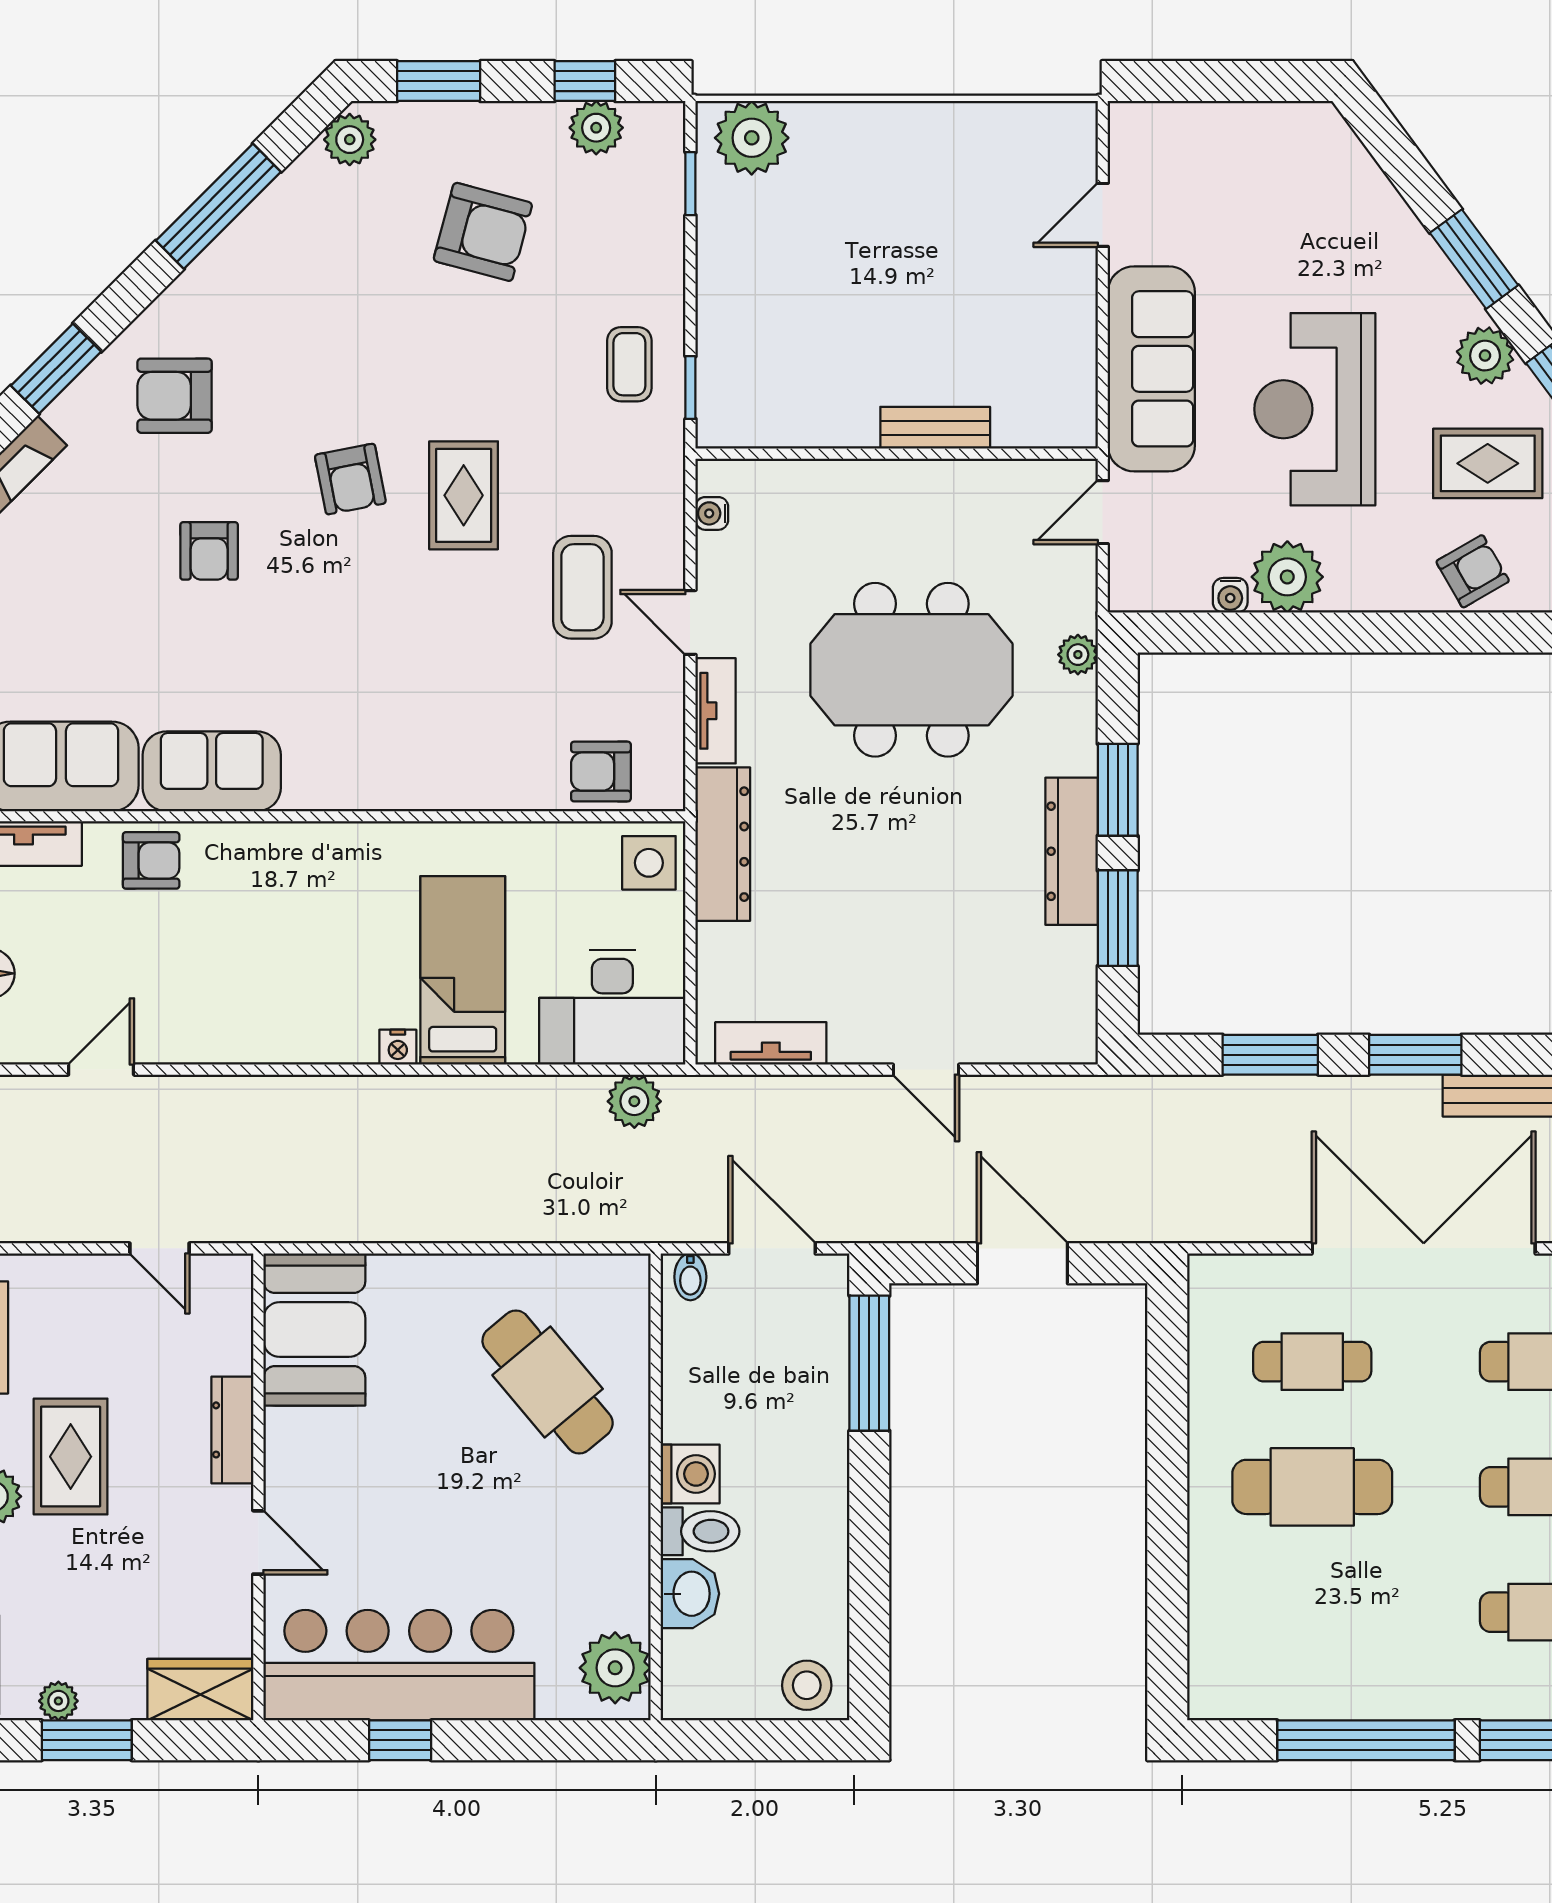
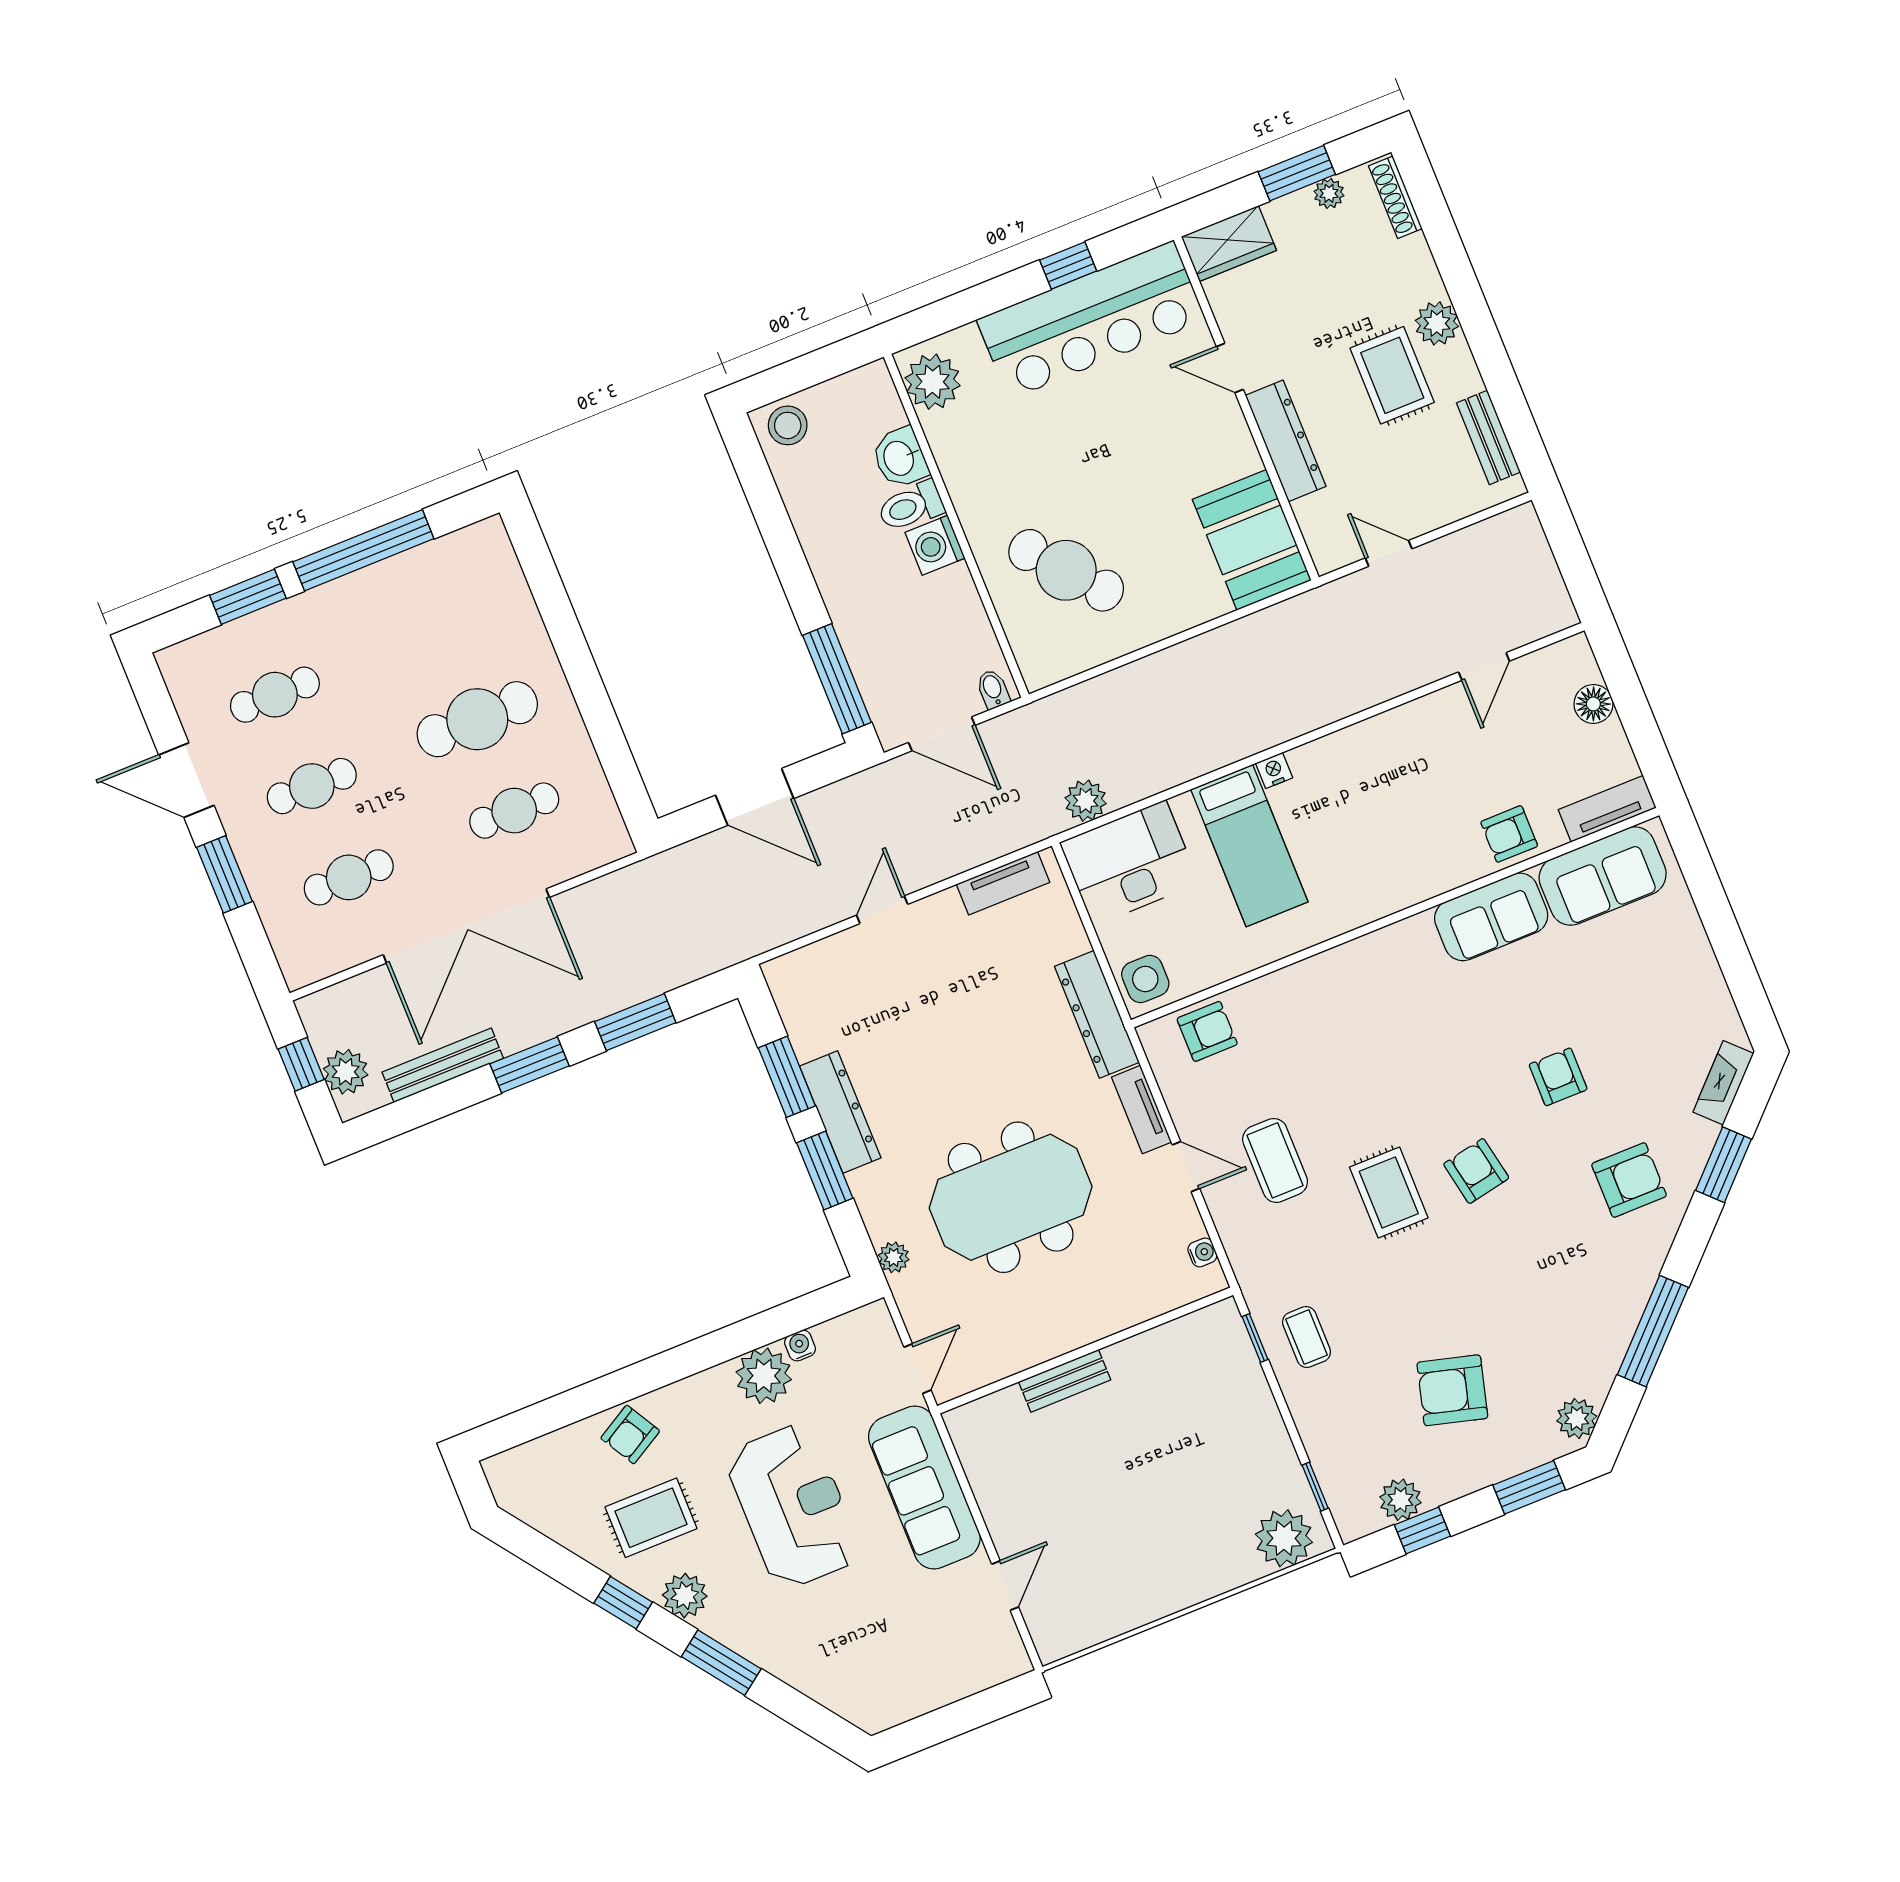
door: (926, 1070) -> (882, 910), hinge flipped
dresser: (232, 1430) -> (1286, 441), width x1.37, depth x1.24

